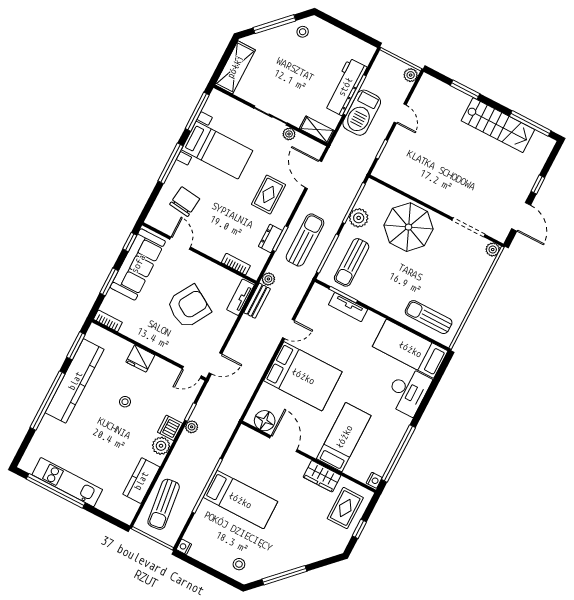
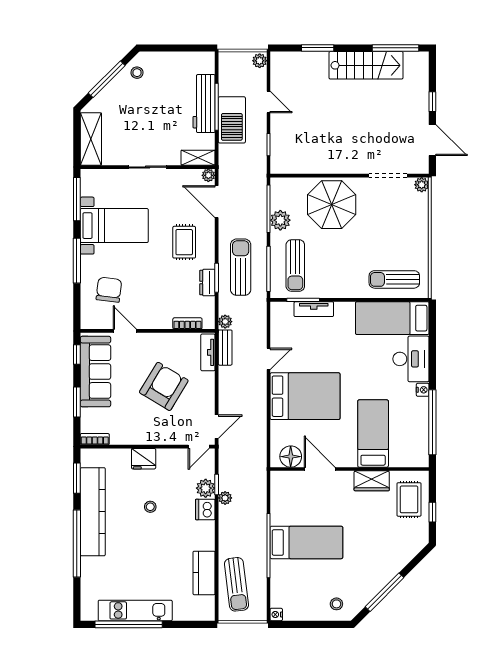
plant: (289, 134) -> (208, 175), moved
plant: (161, 446) -> (206, 488), moved
nightstand: (374, 480) -> (423, 390), moved

